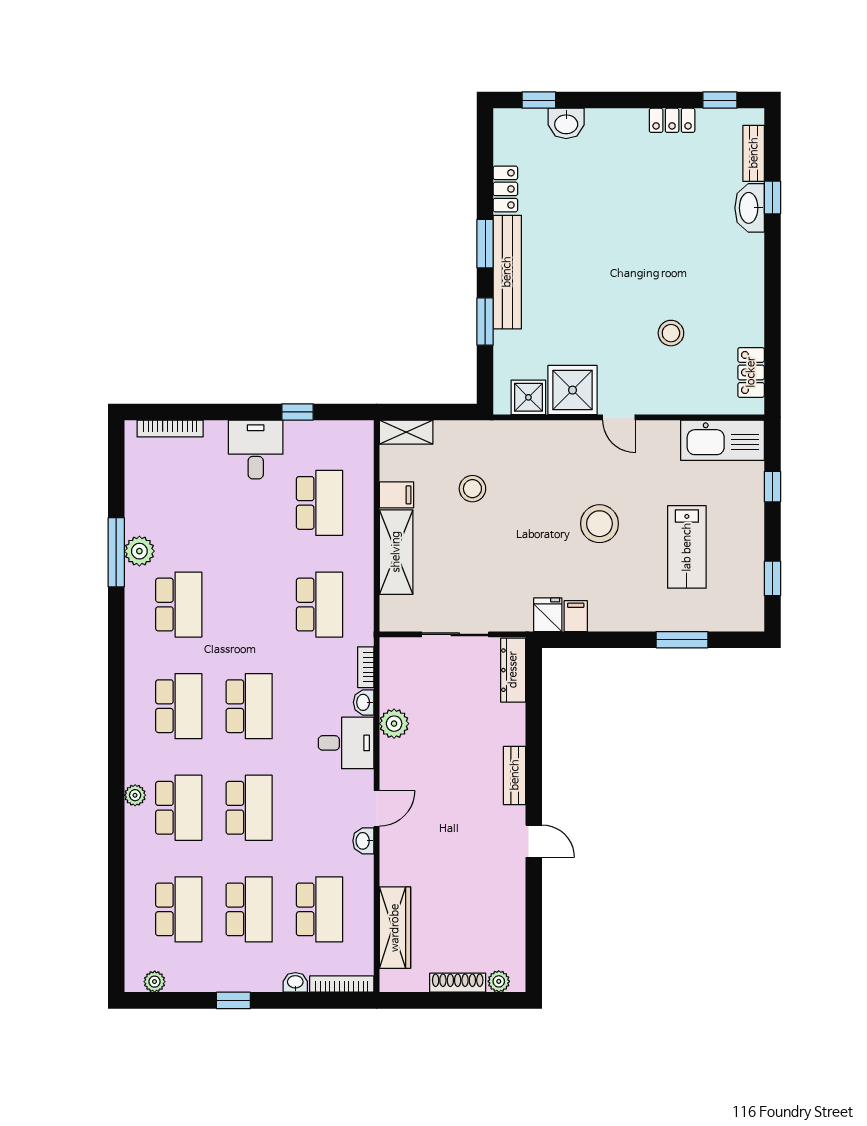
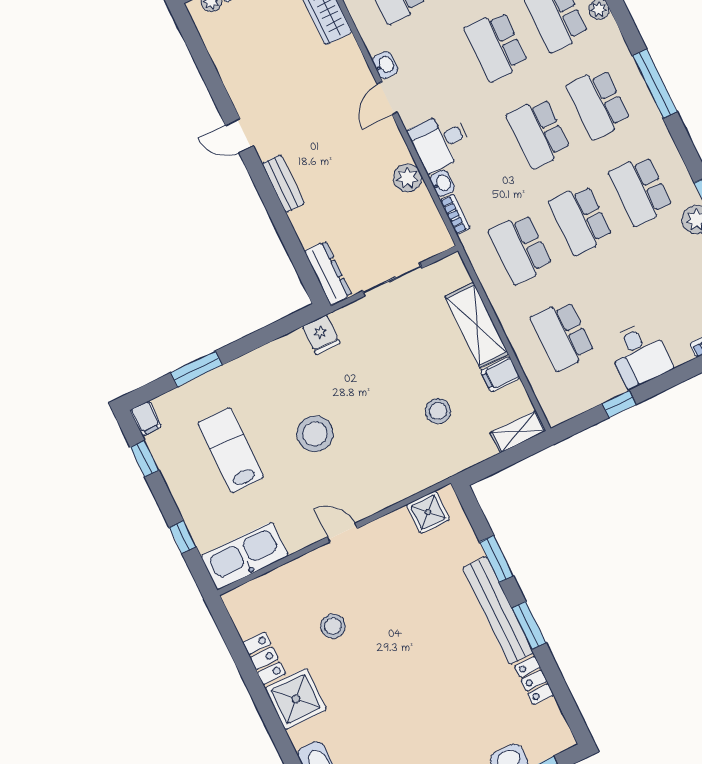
locker: (751, 372) -> (264, 658), moved
shower: (572, 390) -> (296, 699), moved
school desk: (249, 605) -> (581, 219), added
filing cabinet: (576, 616) -> (146, 418), moved
window: (116, 699) -> (655, 84), added

